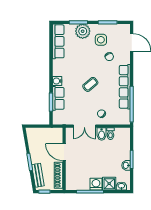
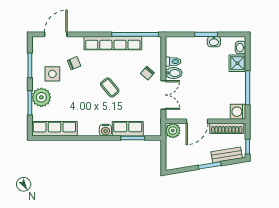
plant: (57, 133) -> (173, 131), added
washing machine: (96, 184) -> (238, 112), moved

